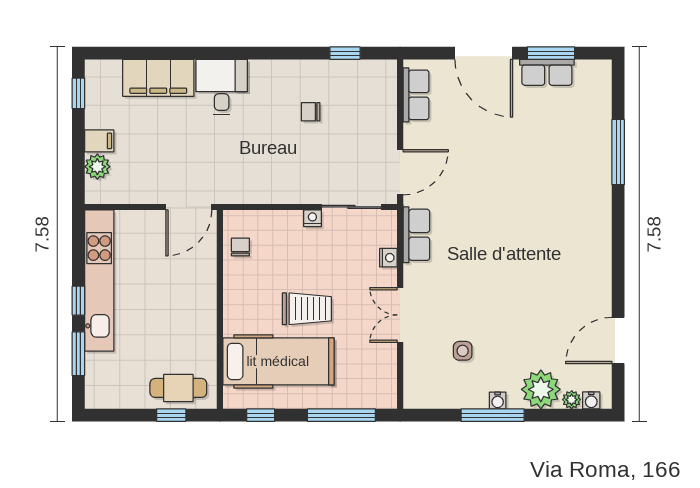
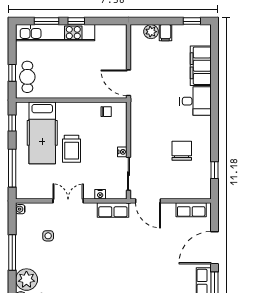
chair: (311, 112) -> (182, 151), width x1.87, depth x1.87
kitchen unit: (99, 281) -> (55, 33), moved
water cooler: (498, 401) -> (20, 209), moved

